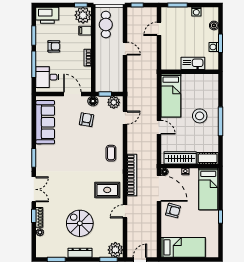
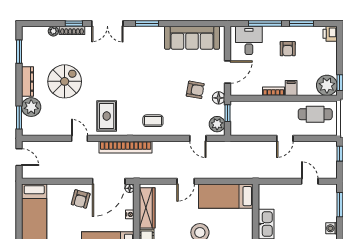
printer: (47, 15) -> (330, 34), width x0.53, depth x0.68
filing cabinet: (85, 31) -> (291, 88), moved
plant: (115, 250) -> (31, 107), moved

